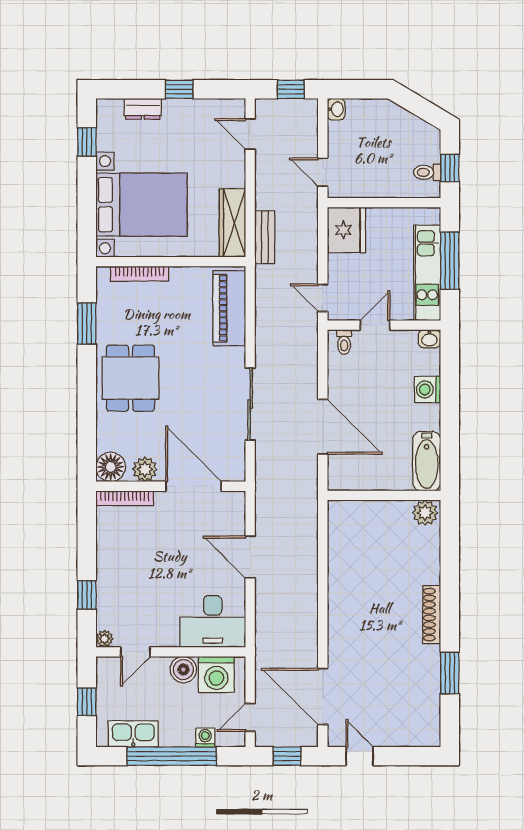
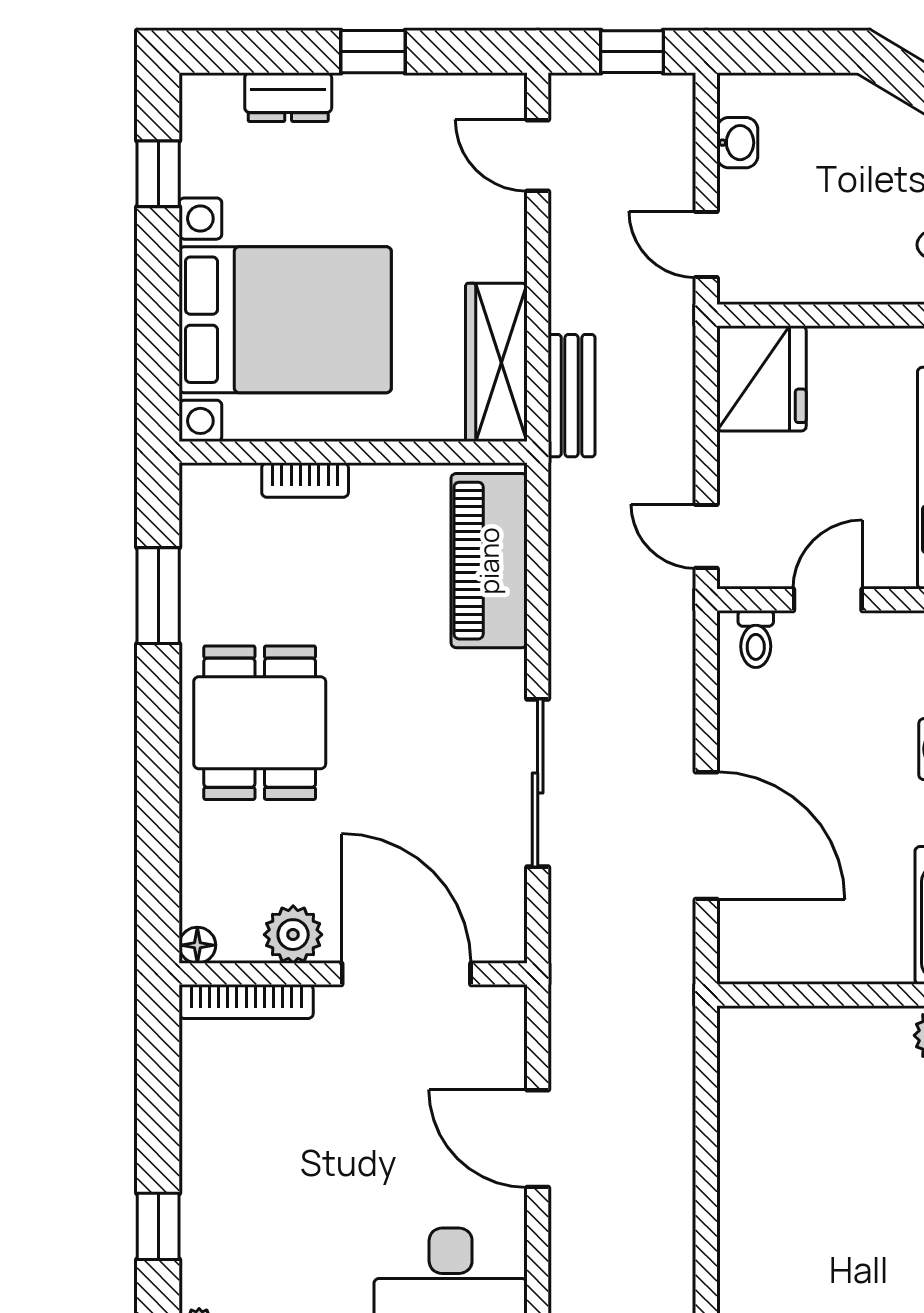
washbasin: (336, 109) -> (737, 143), moved
bookcase: (140, 274) -> (305, 480), width x0.64
floor lamp: (111, 467) -> (197, 945), width x0.53, depth x0.53

